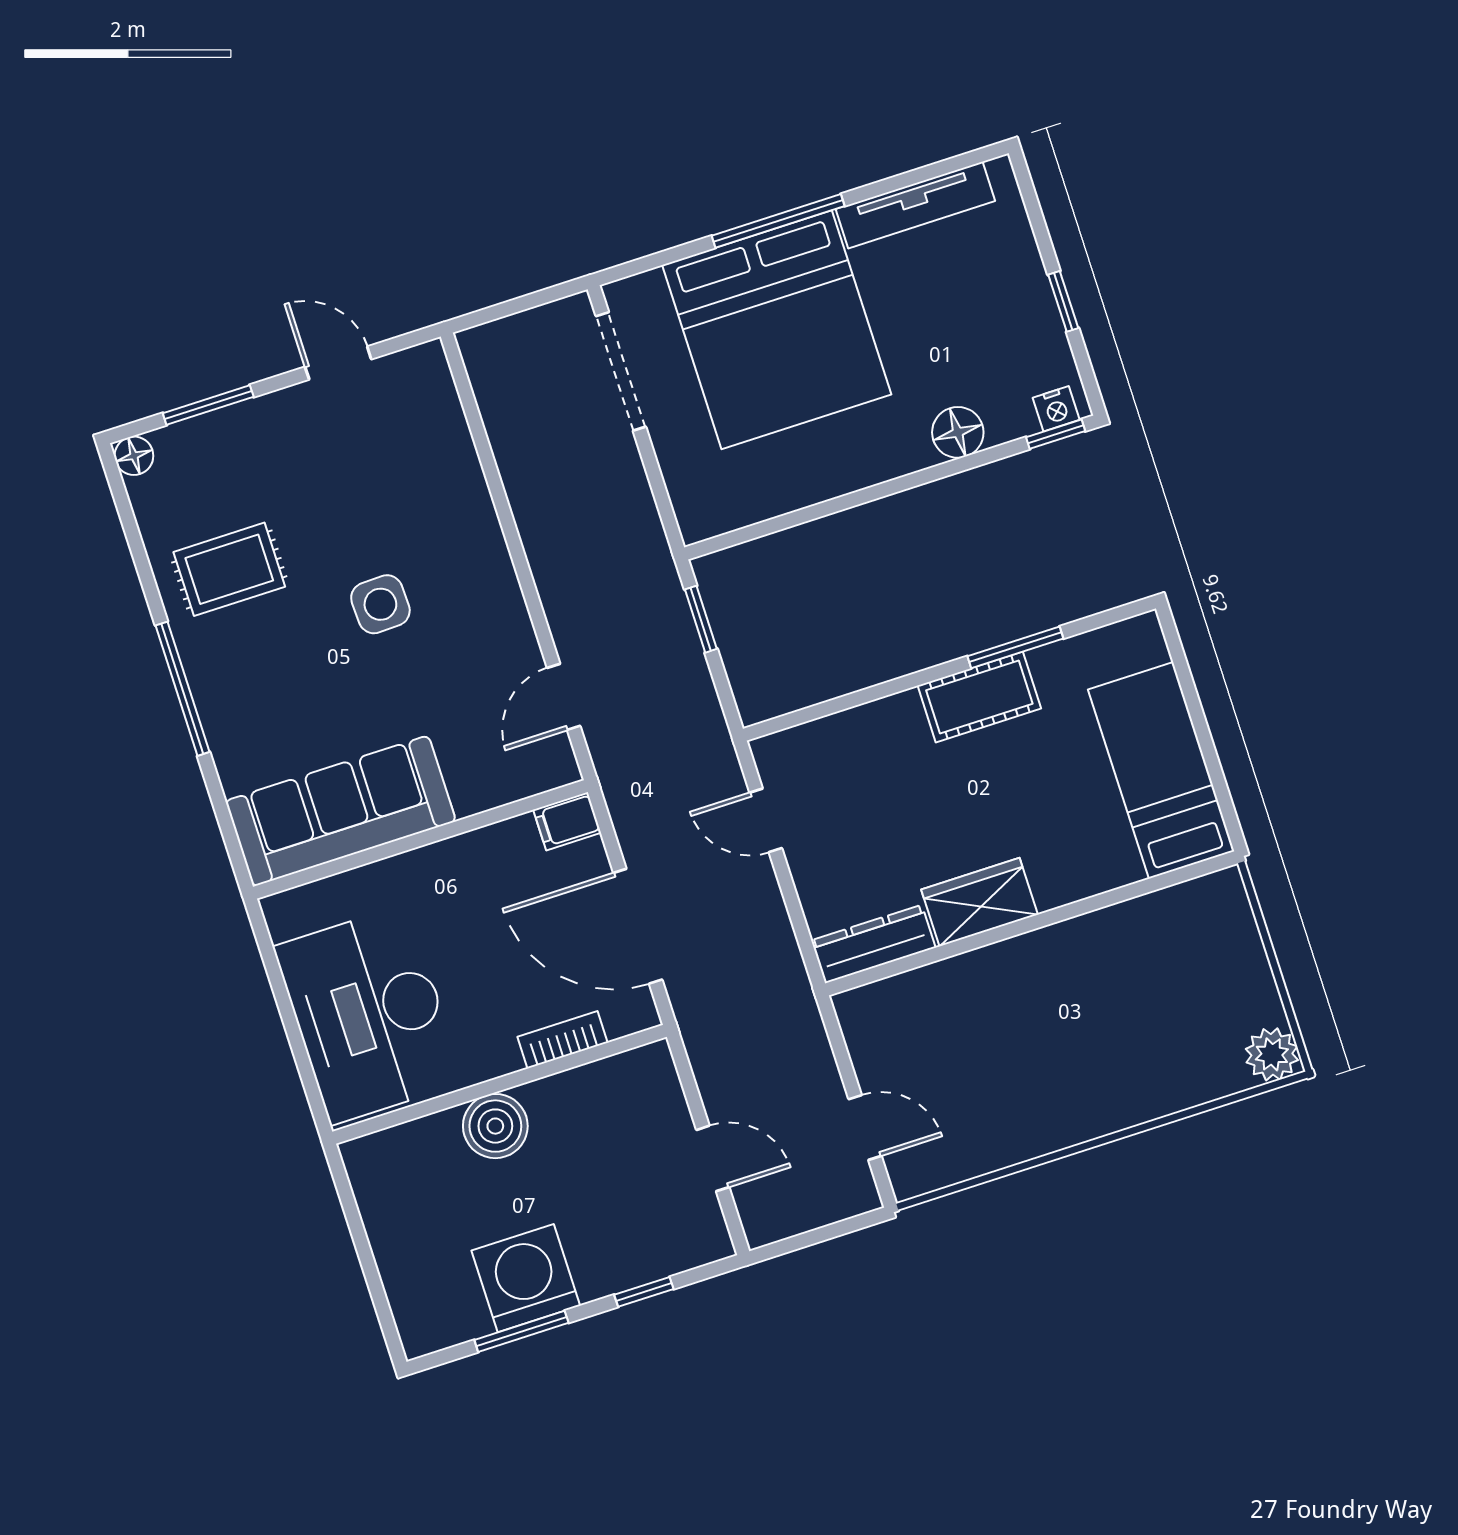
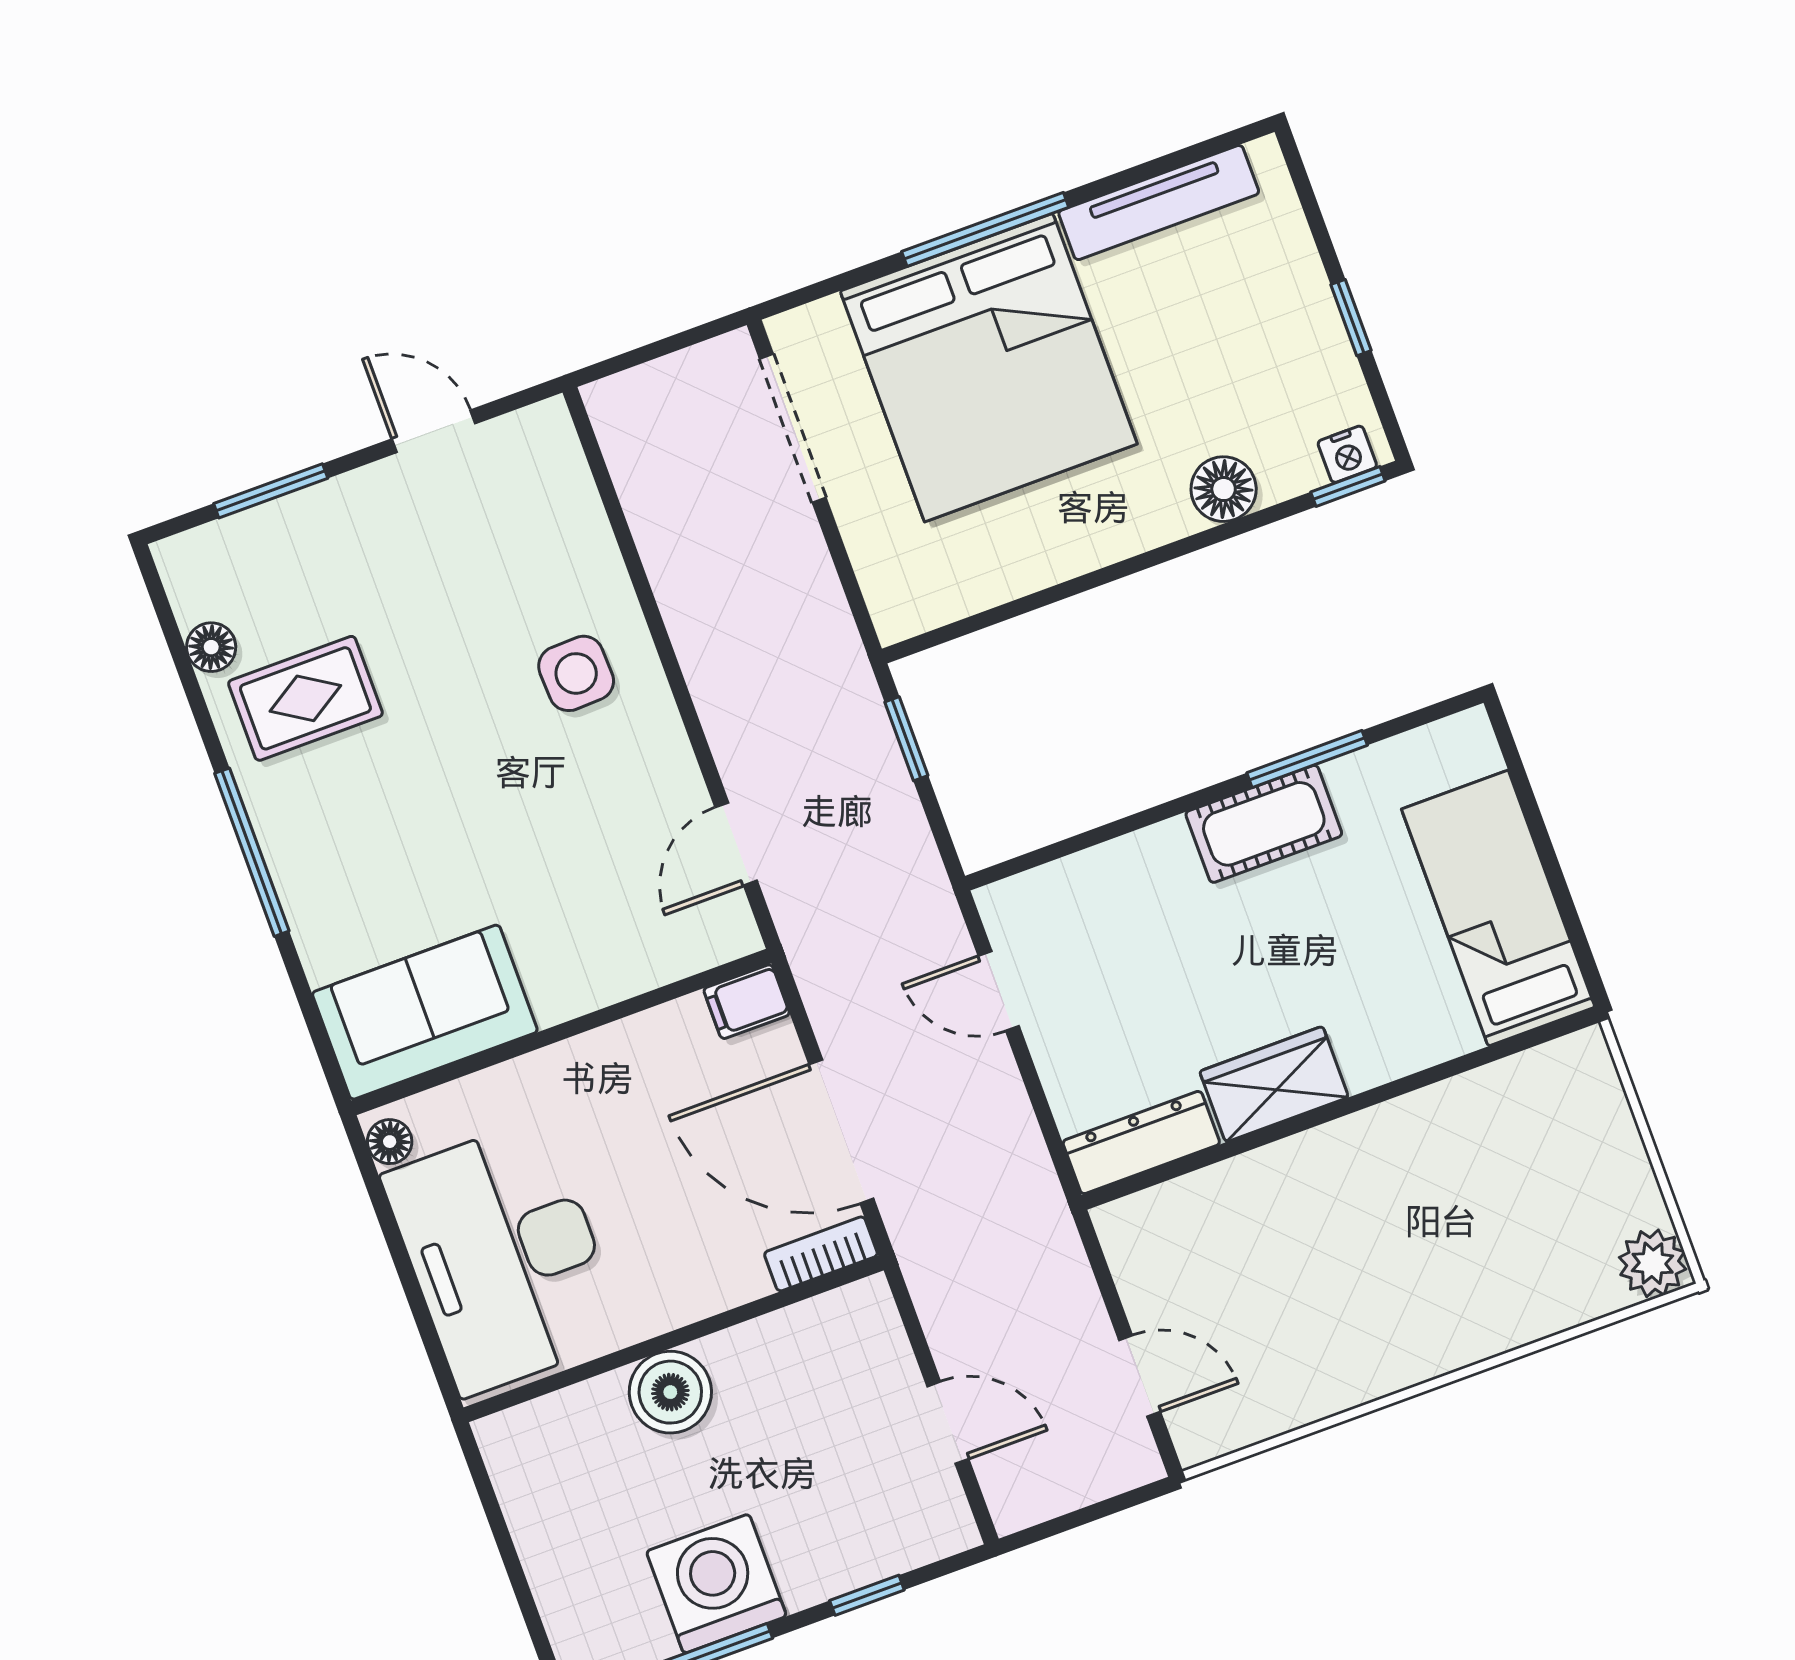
floor lamp: (134, 456) -> (211, 647), moved
side table: (380, 604) -> (576, 673), moved
sofa: (341, 811) -> (425, 1012), width x0.73
floor lamp: (282, 920) -> (390, 1142), added
bookcase: (562, 1040) -> (821, 1254), moved

